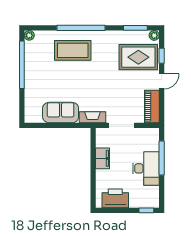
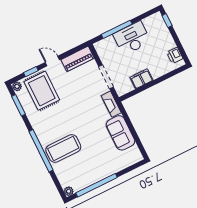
coffee table: (73, 50) -> (63, 148), turned 90
printer: (115, 198) -> (175, 55), width x0.53, depth x0.68

